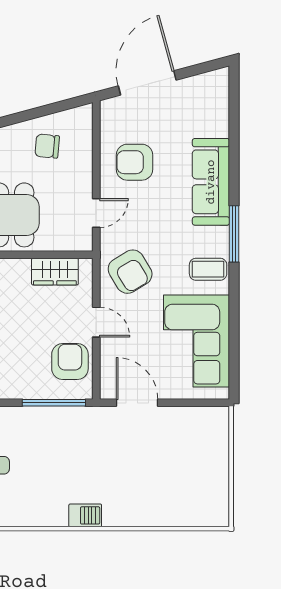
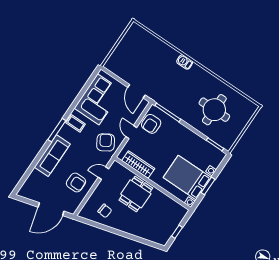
wardrobe: (55, 272) -> (138, 165), width x1.50

